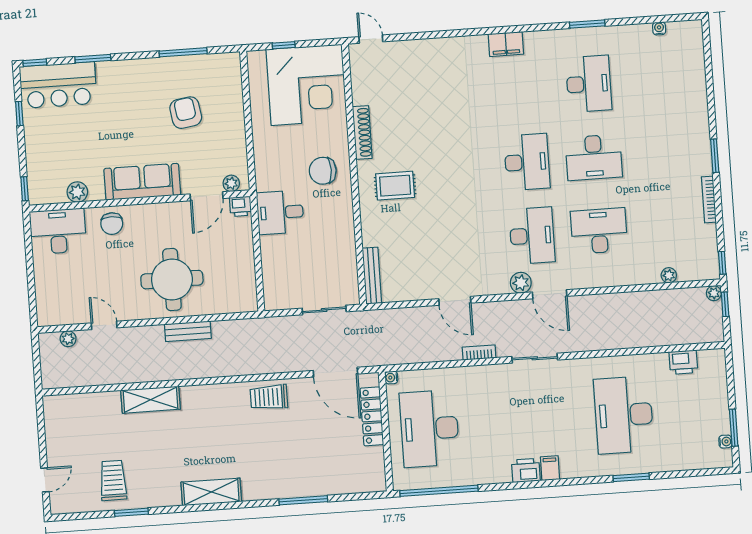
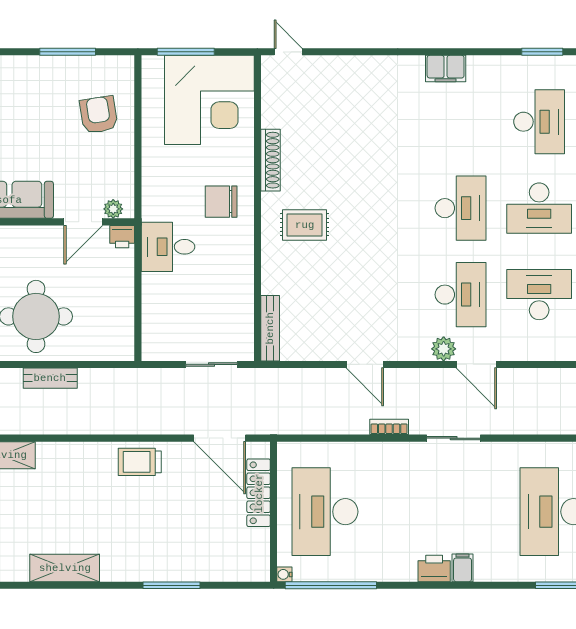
window: (284, 45) -> (186, 52), width x2.17
armchair: (186, 113) -> (99, 115), moved
water cooler: (391, 378) -> (284, 574), moved

